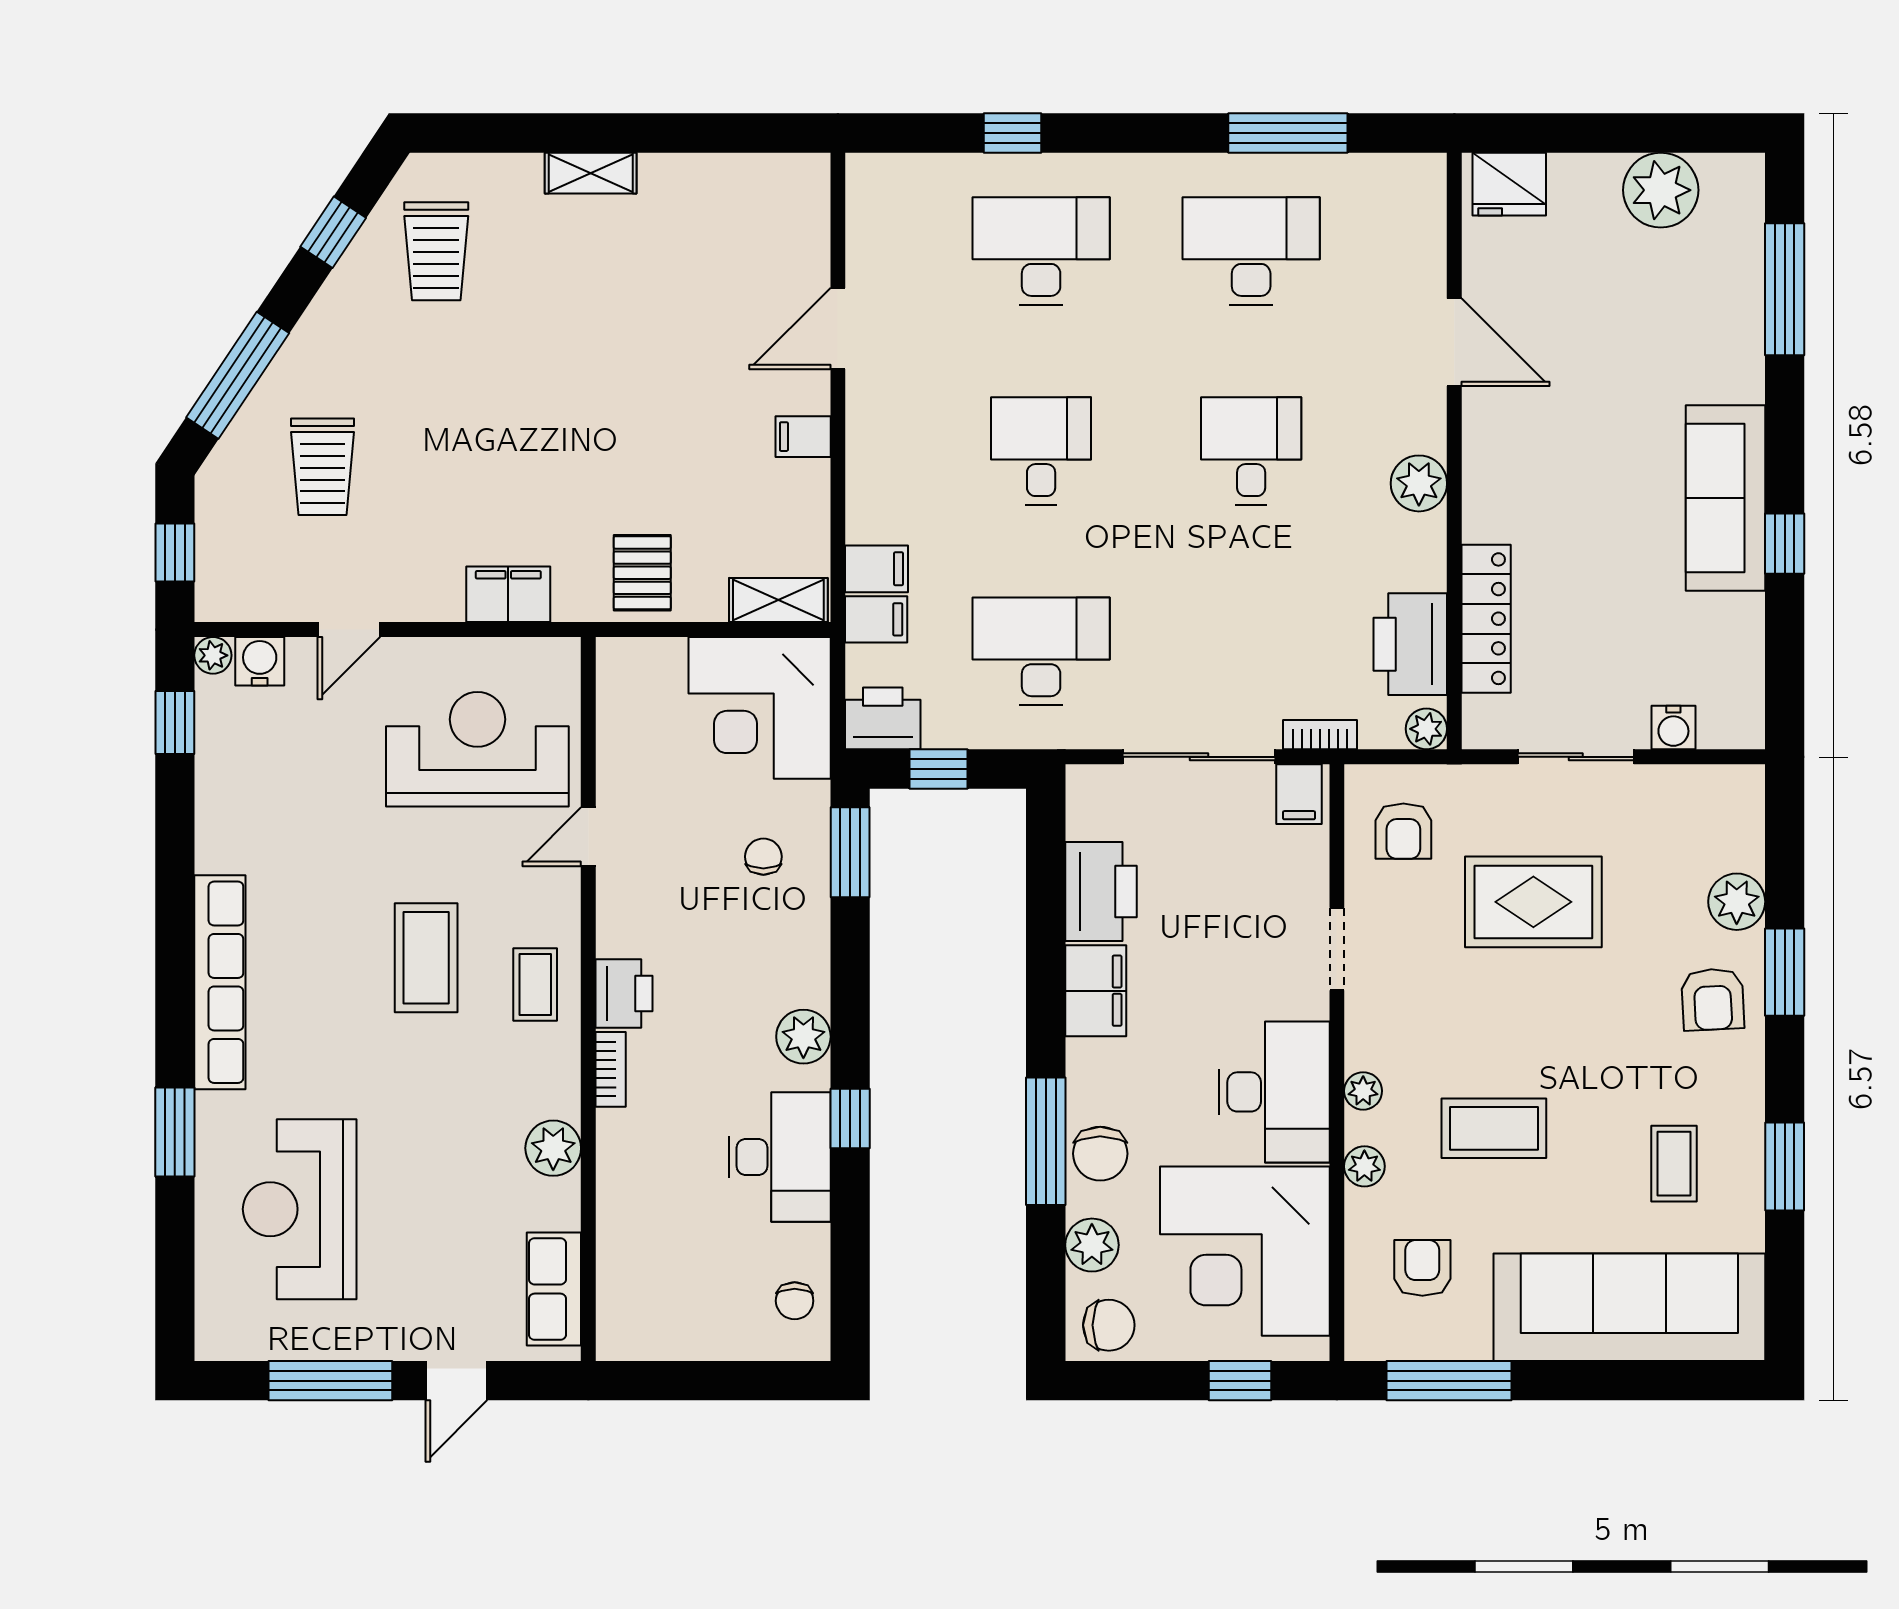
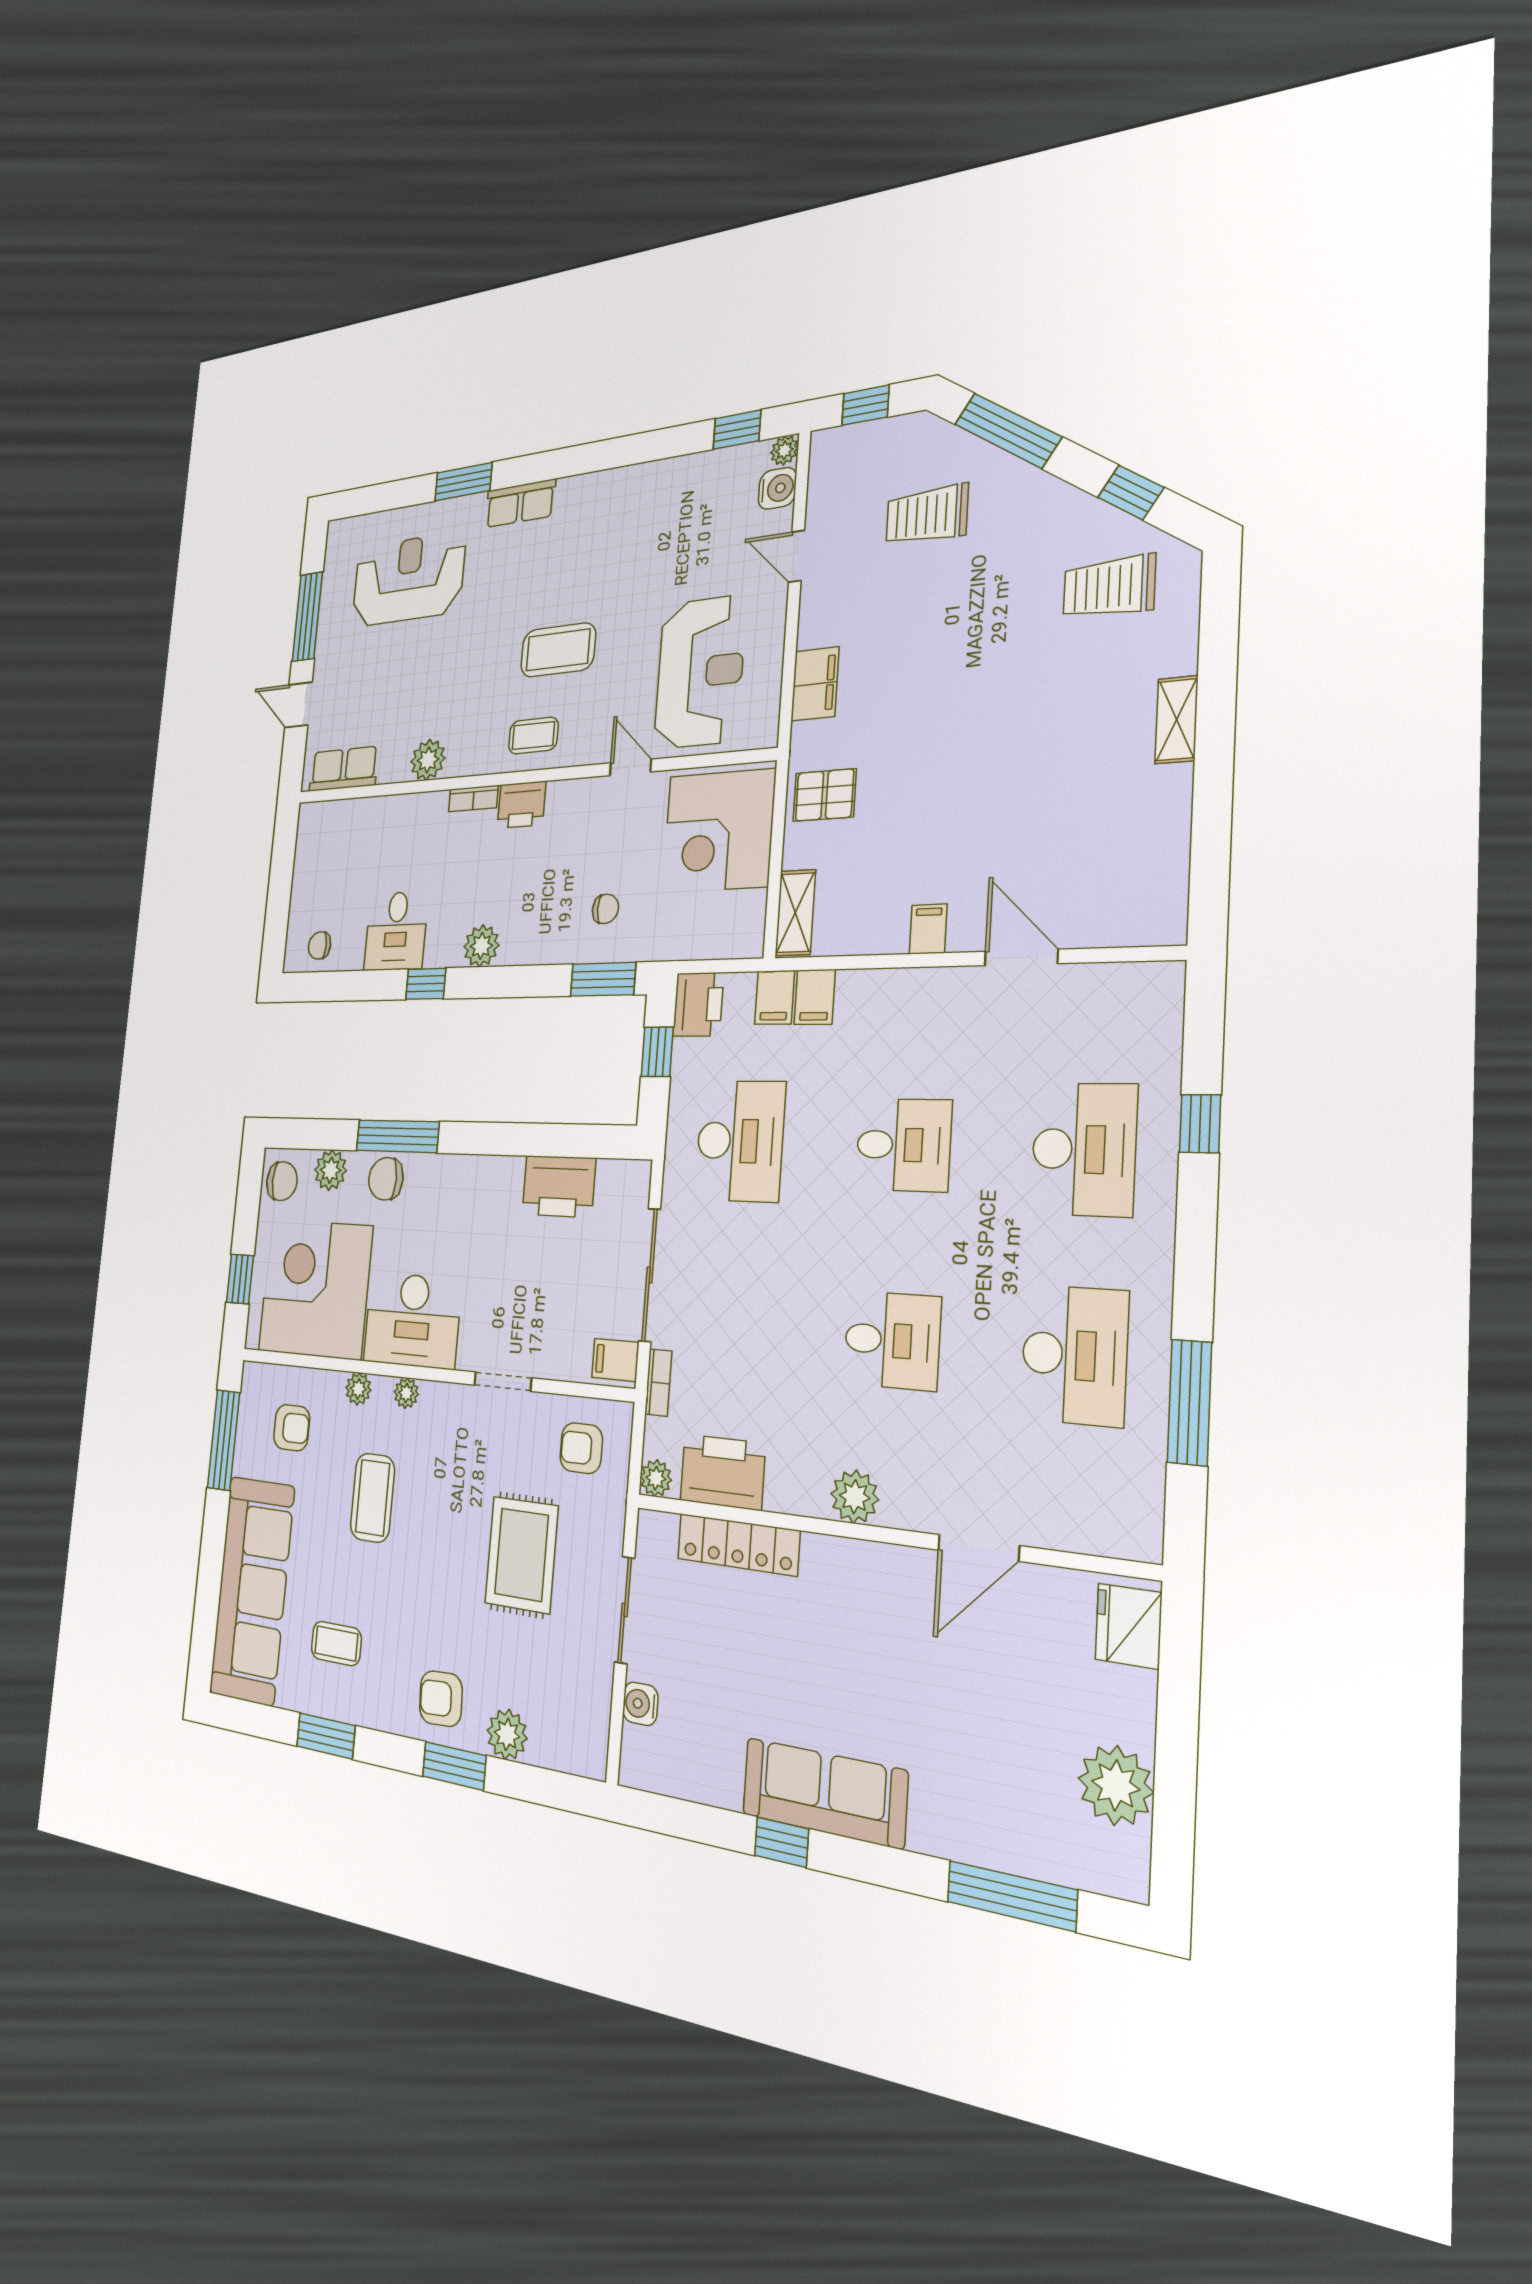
corner desk: (760, 708) -> (719, 831), moved, turned -90
row of seats: (220, 982) -> (520, 503), width x0.50
filing cabinet: (1096, 991) -> (491, 1179), removed
desk: (780, 1157) -> (396, 931), width x0.73
chair: (1109, 1325) -> (282, 1181), turned -90

